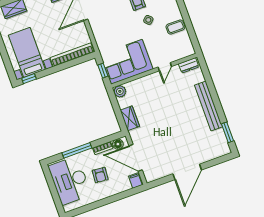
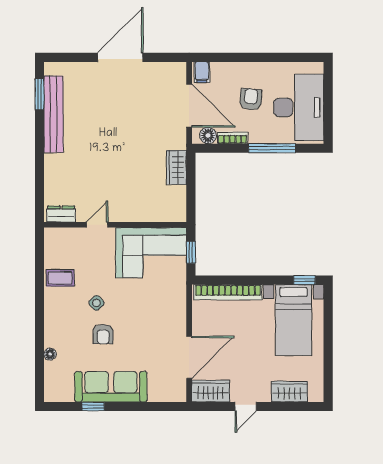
plant: (120, 91) -> (177, 212), removed
bench: (209, 106) -> (53, 114), moved

